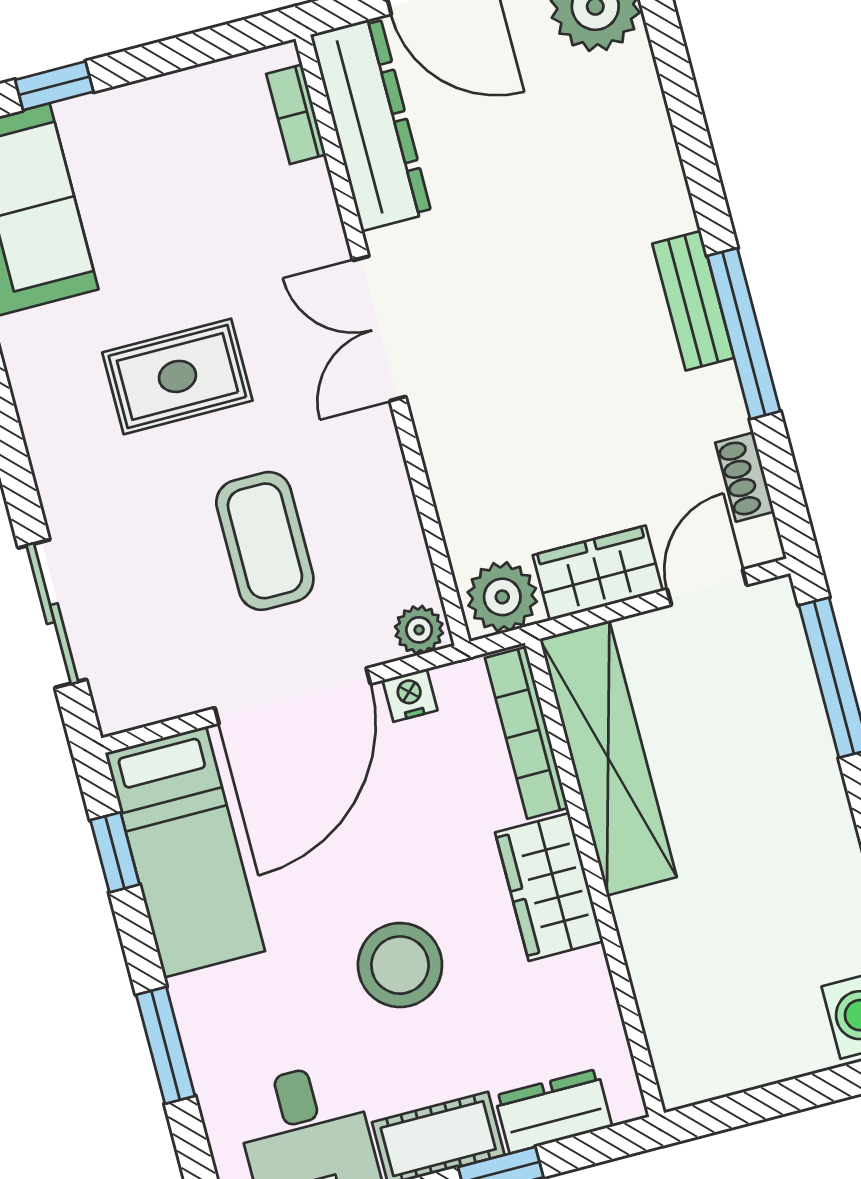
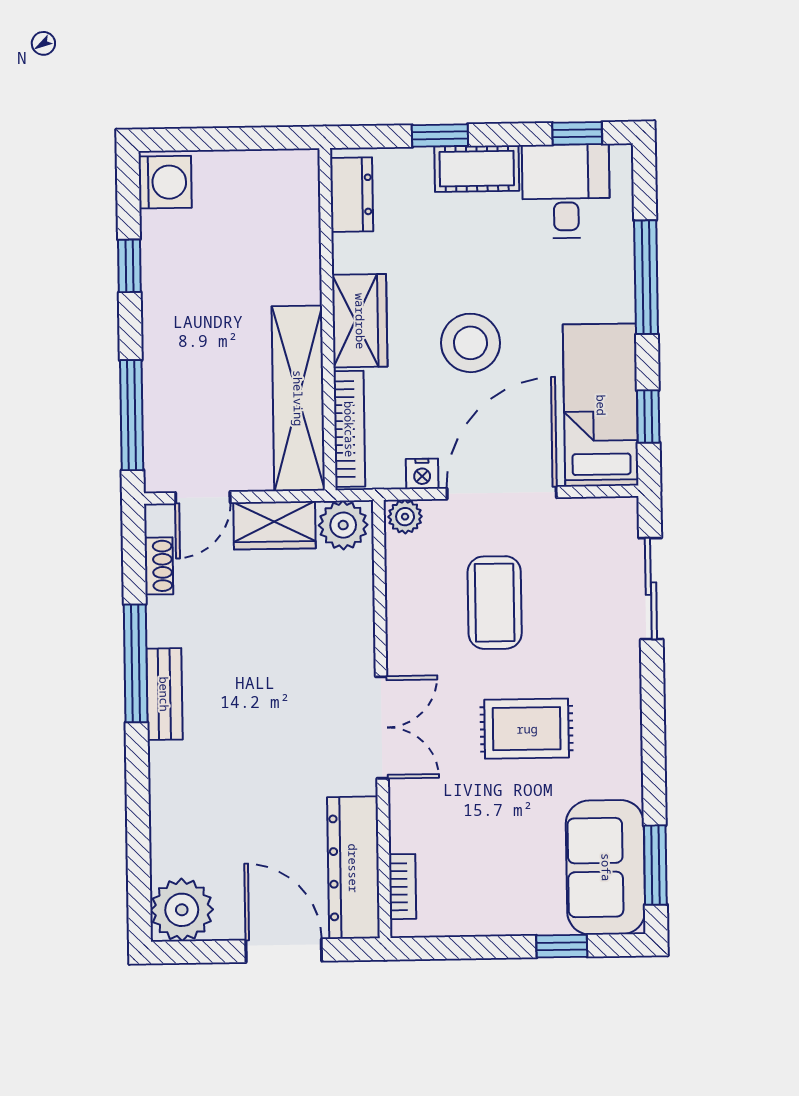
stool: (400, 965) -> (470, 343), moved
window: (166, 1045) -> (646, 277), width x1.44
dresser: (553, 1111) -> (352, 195), moved, turned -90

